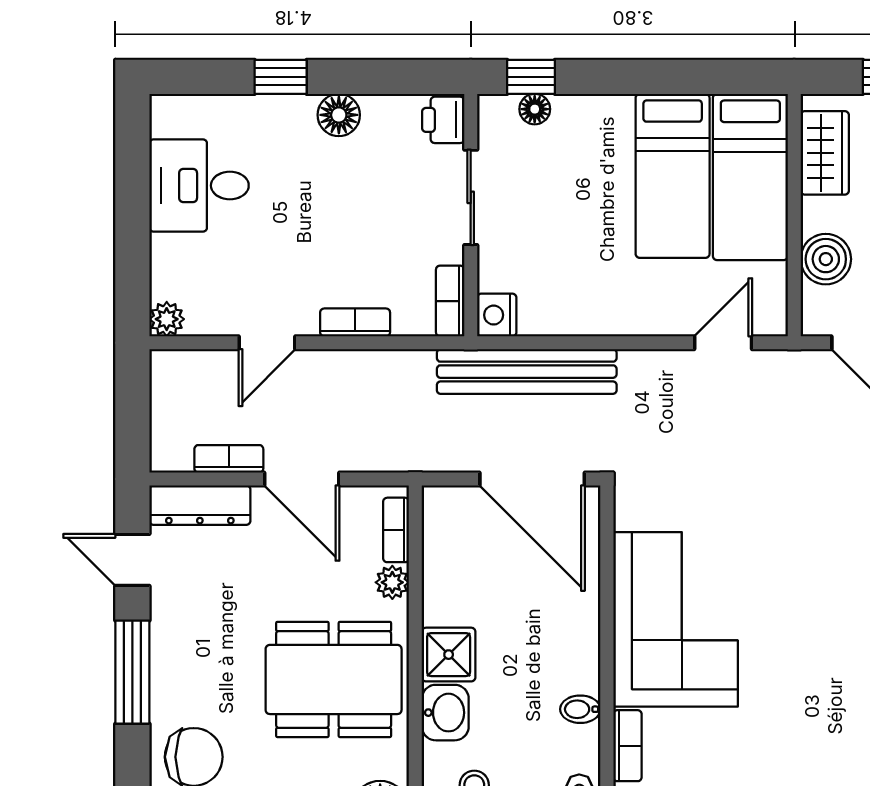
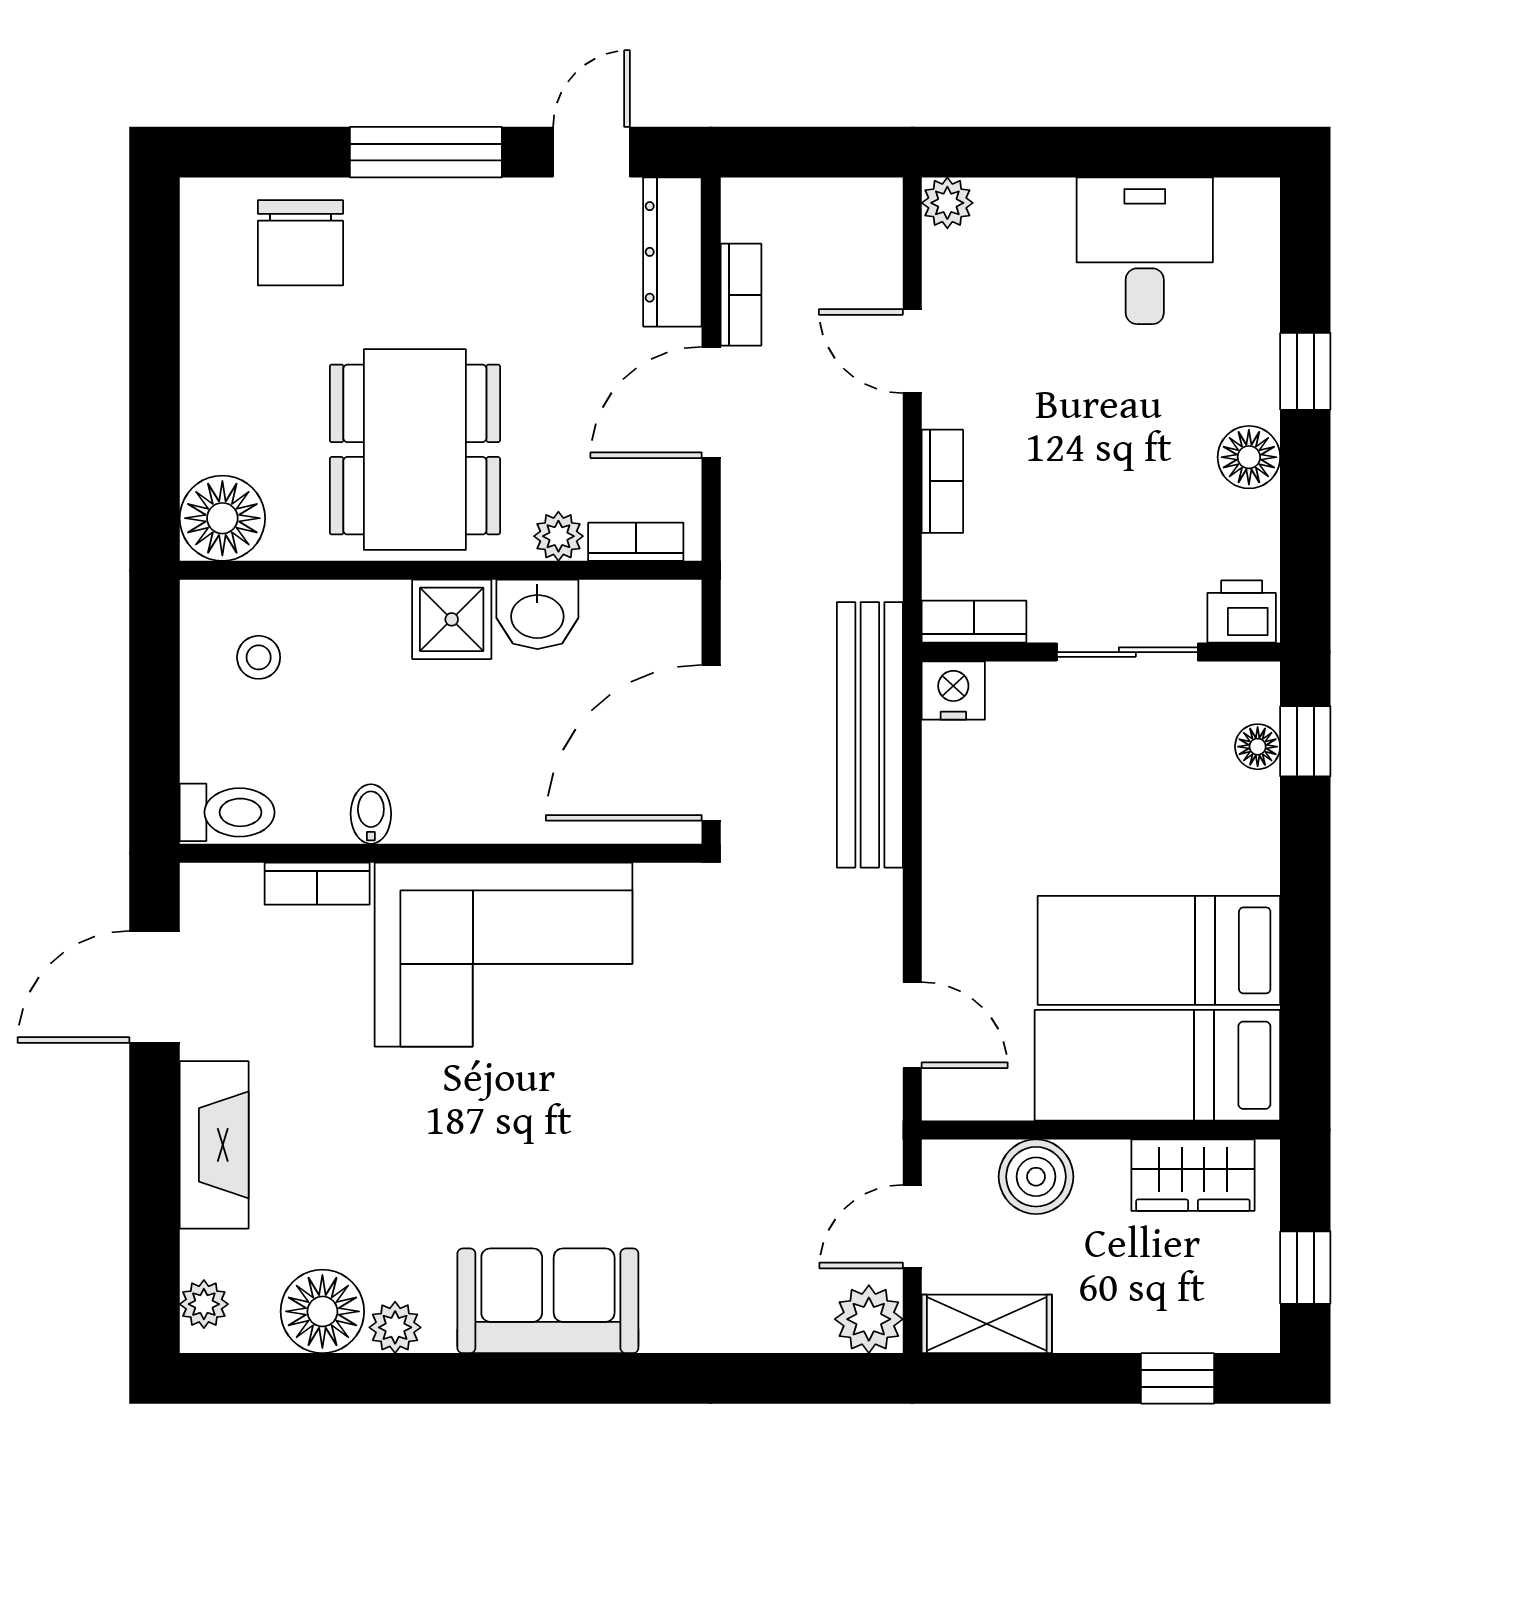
washbasin: (445, 713) -> (537, 614), moved

